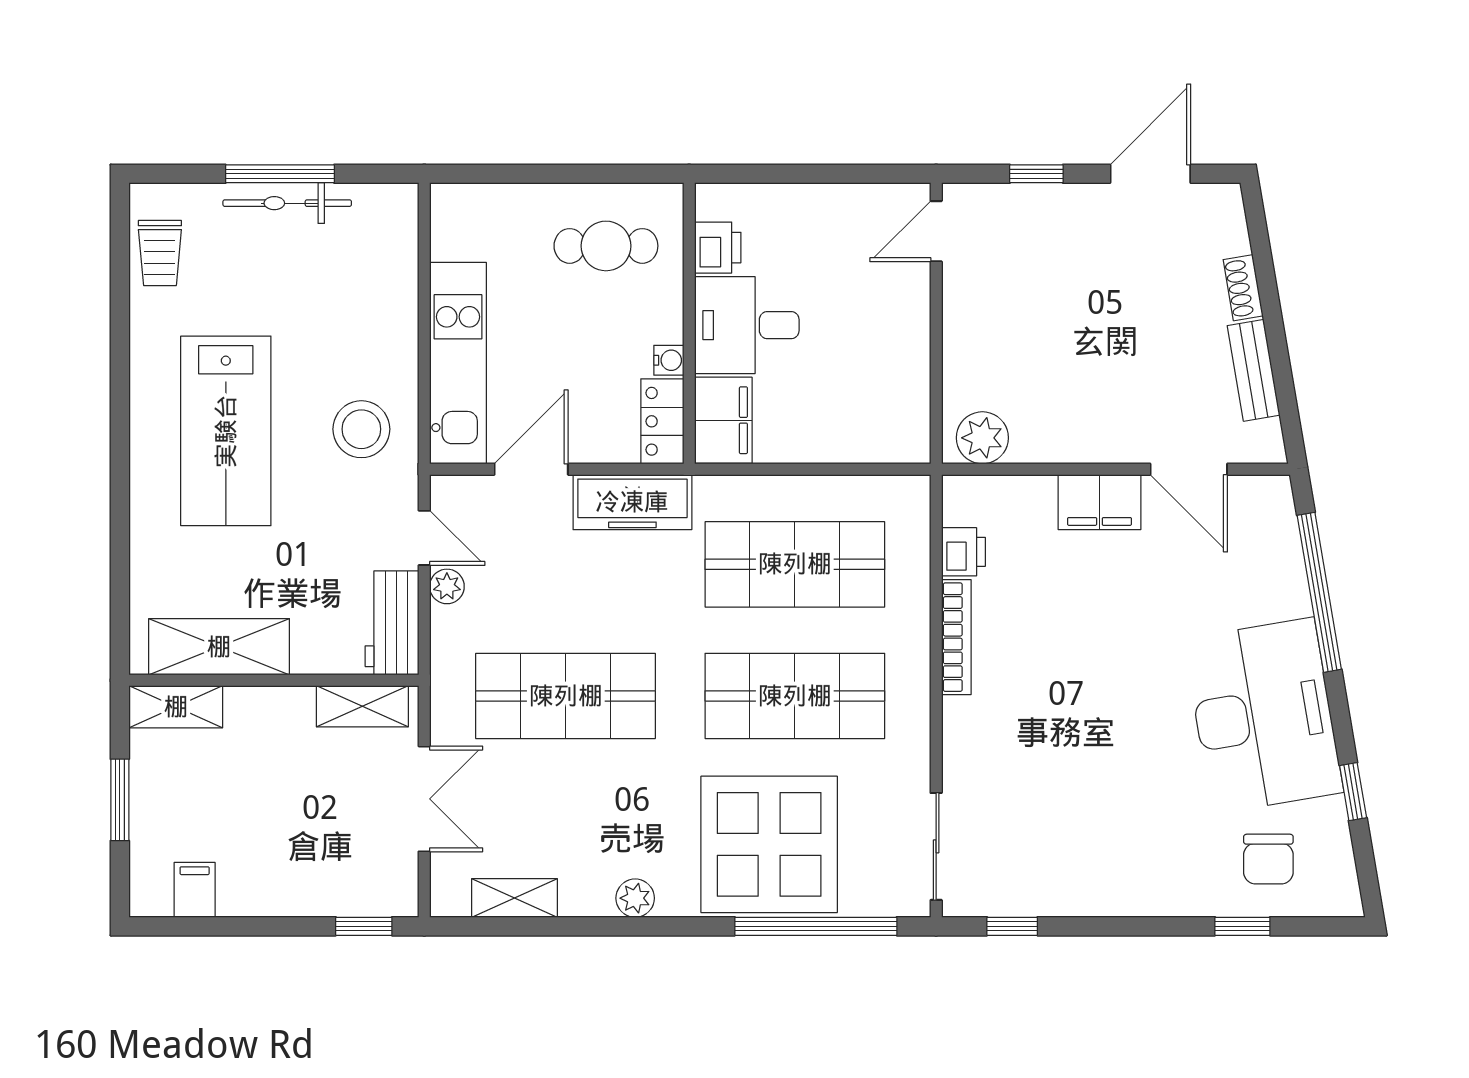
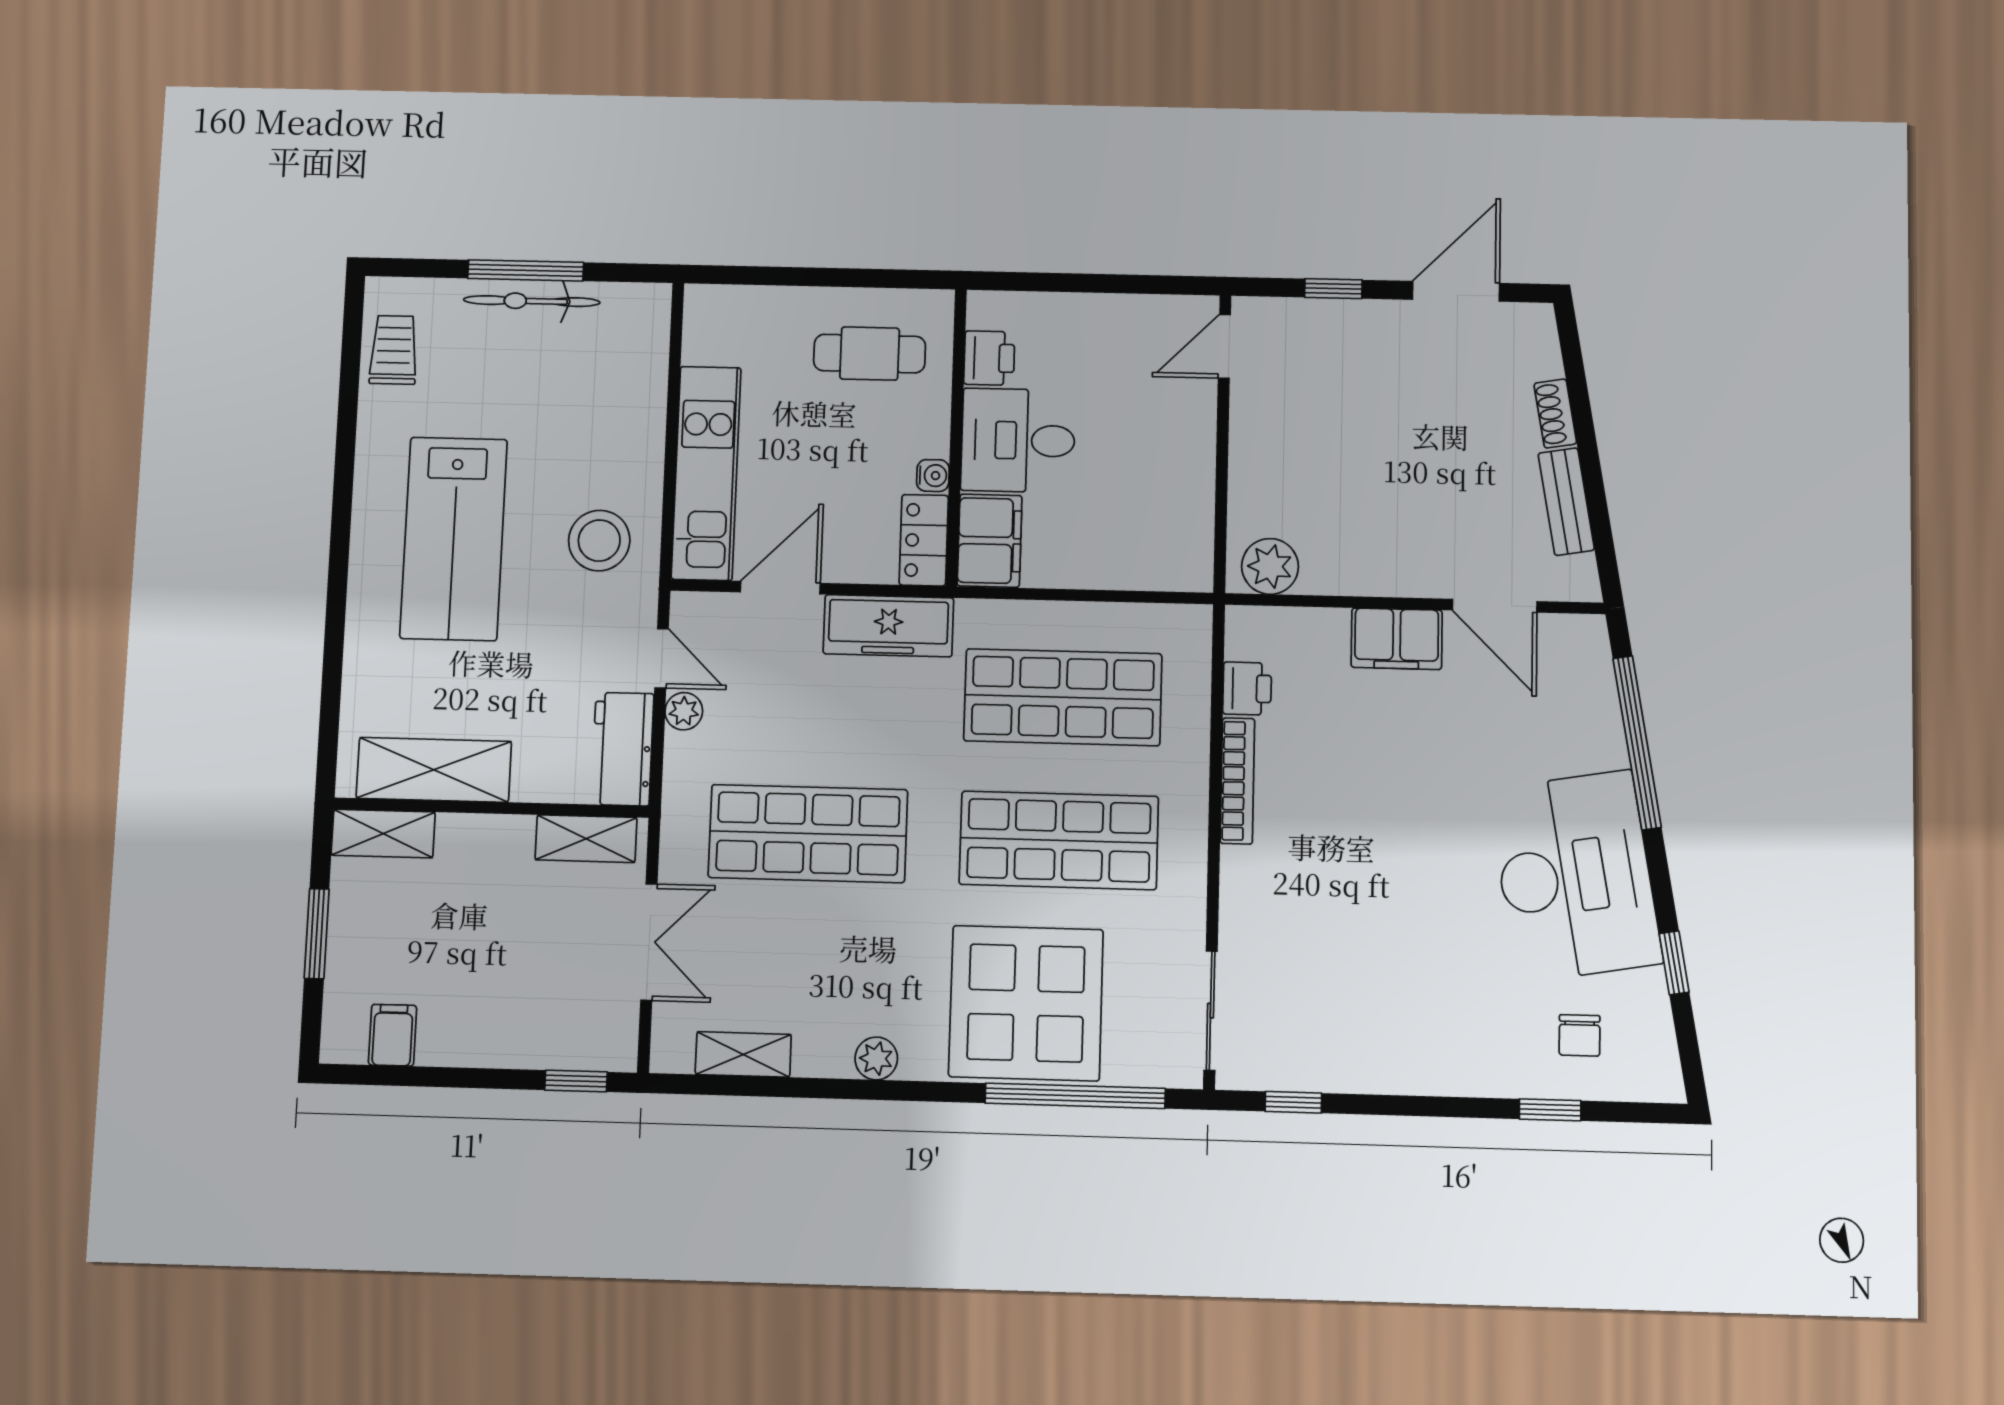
trolley: (160, 253) -> (394, 350), turned 180
chair: (1268, 859) -> (1580, 1035), width x0.73, depth x0.73

